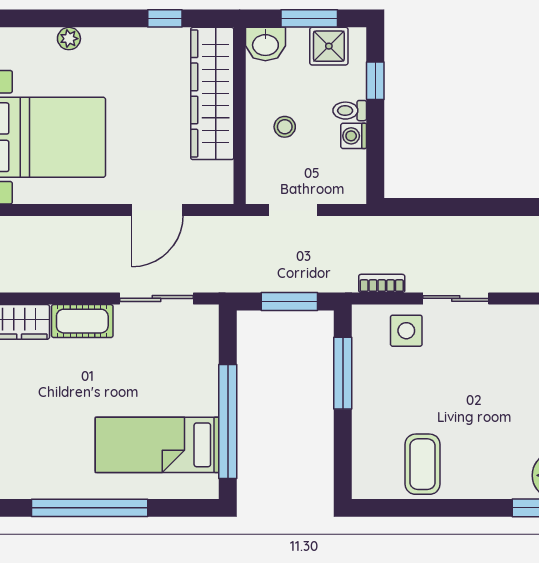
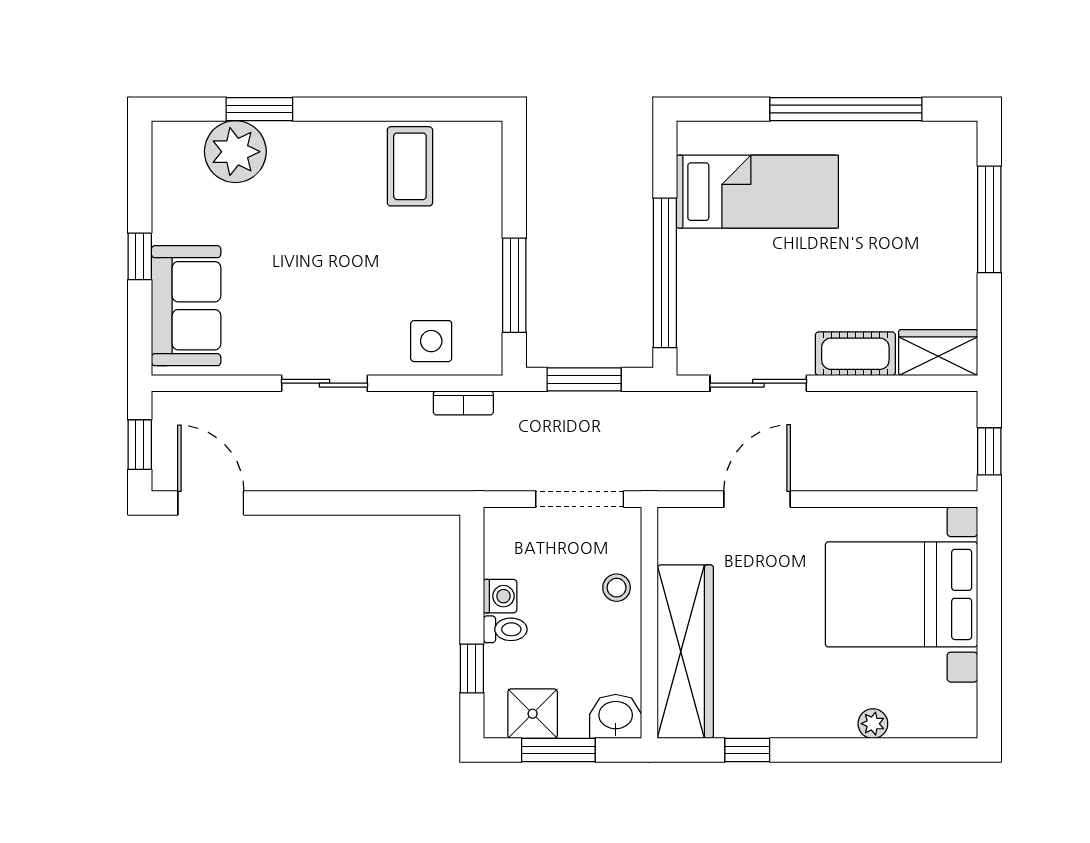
stool: (285, 127) -> (617, 588), moved
doorway: (293, 210) -> (580, 499), width x1.38
sliding door: (456, 298) -> (325, 383), moved
window: (228, 421) -> (665, 273), moved

